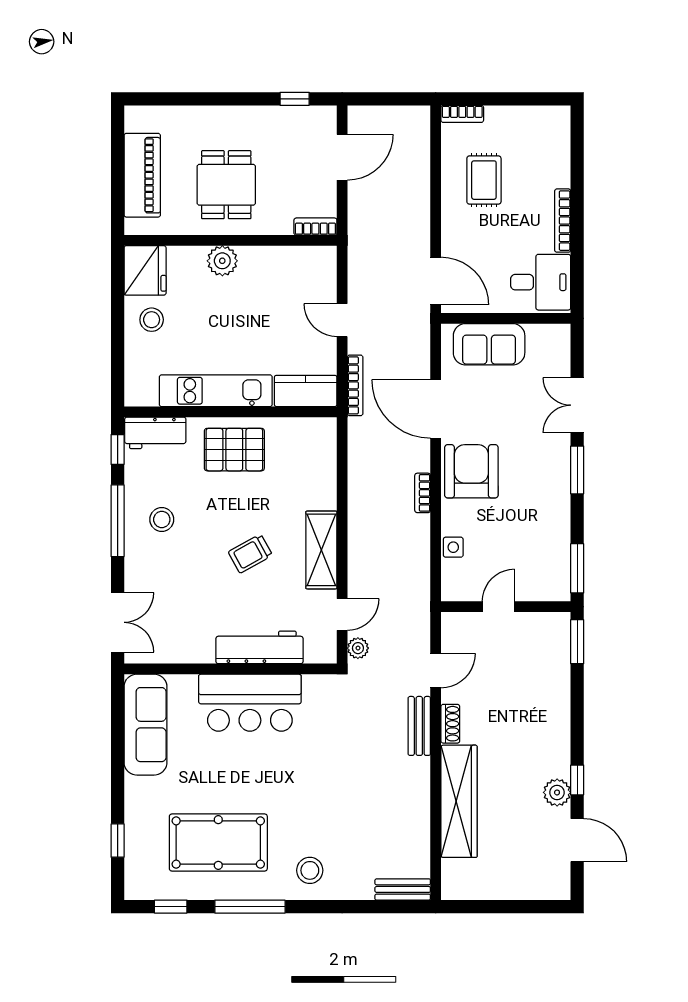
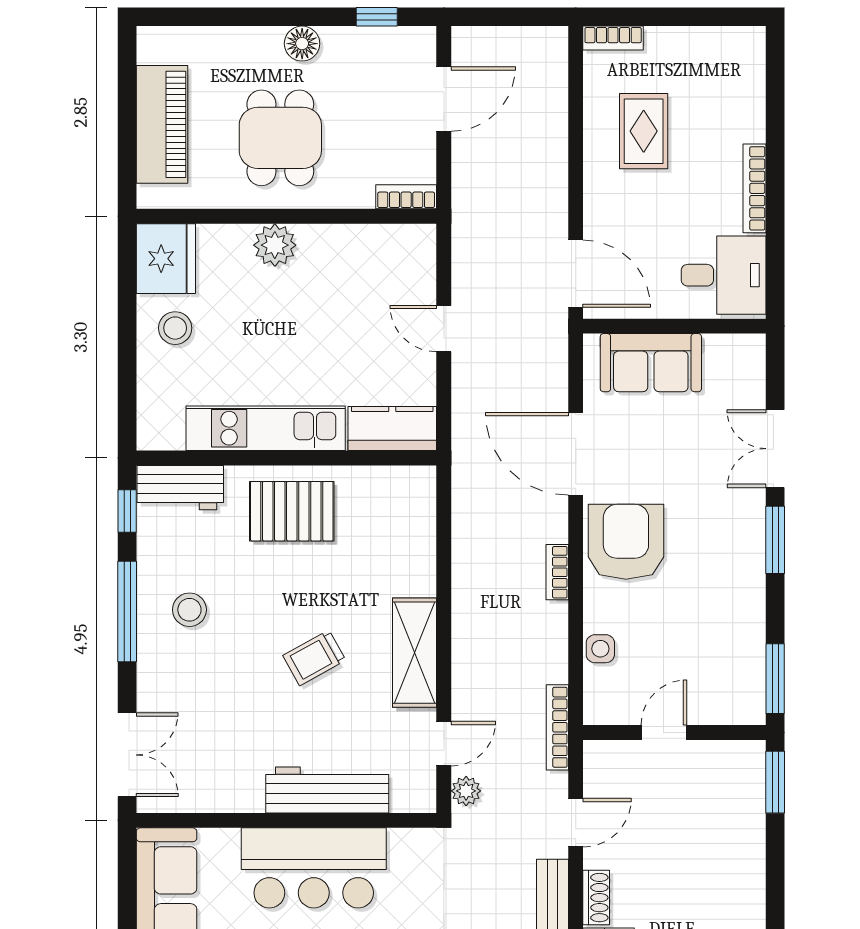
floor lamp: (242, 118) -> (302, 44), added
bookcase: (355, 385) -> (557, 727), moved, turned 180

